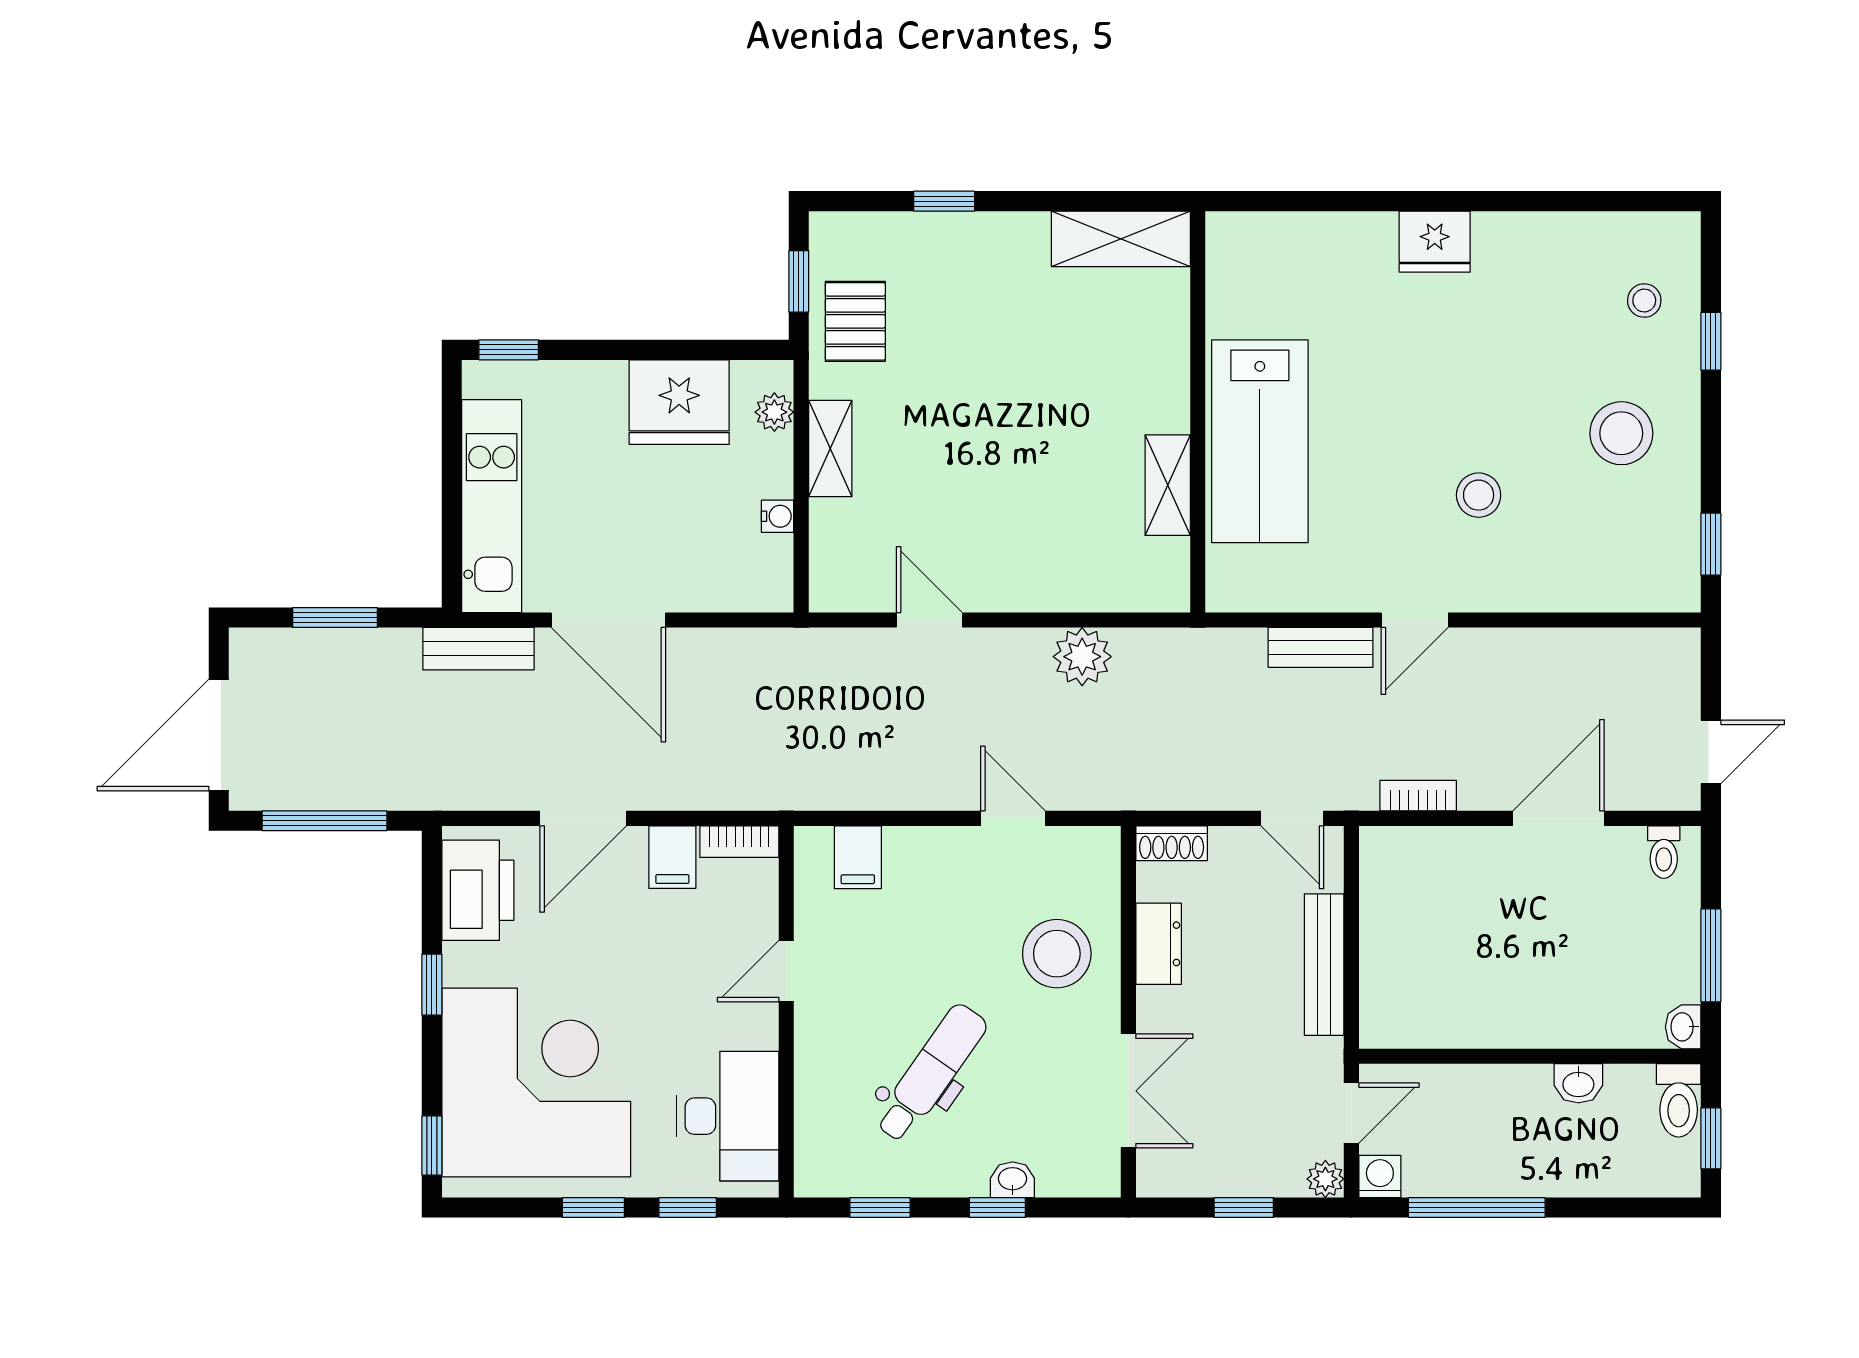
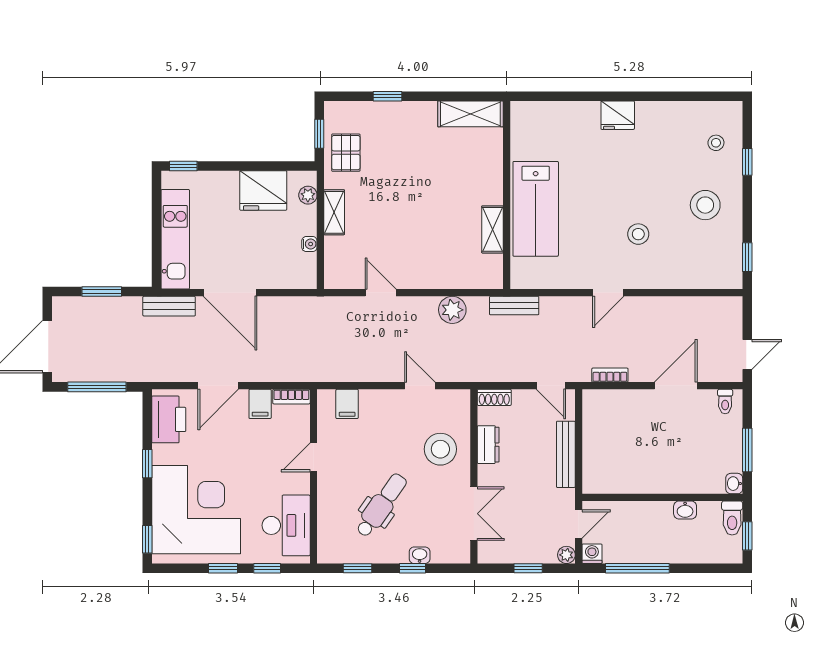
bench: (1321, 647) -> (514, 306), moved

